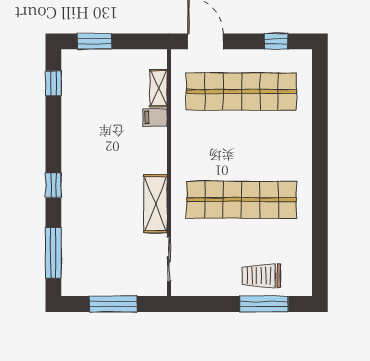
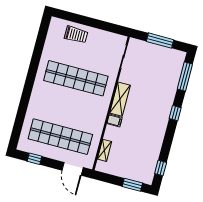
filing cabinet: (155, 117) -> (115, 121), moved
shelving: (155, 204) -> (120, 99), moved
window: (264, 304) -> (79, 19), removed

